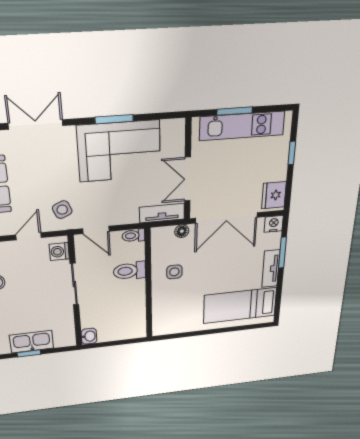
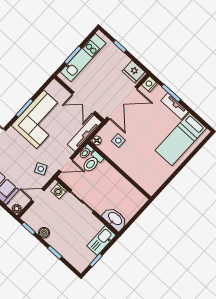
tv unit: (162, 213) -> (85, 133), width x1.41
floor lamp: (182, 231) -> (97, 140), moved
door: (29, 236) -> (38, 195), hinge flipped
toilet: (130, 271) -> (92, 162), moved
side table: (174, 272) -> (118, 140), moved
washbasin: (89, 336) -> (115, 219), width x1.91, depth x1.45
kitchen sink: (32, 342) -> (101, 240), moved

